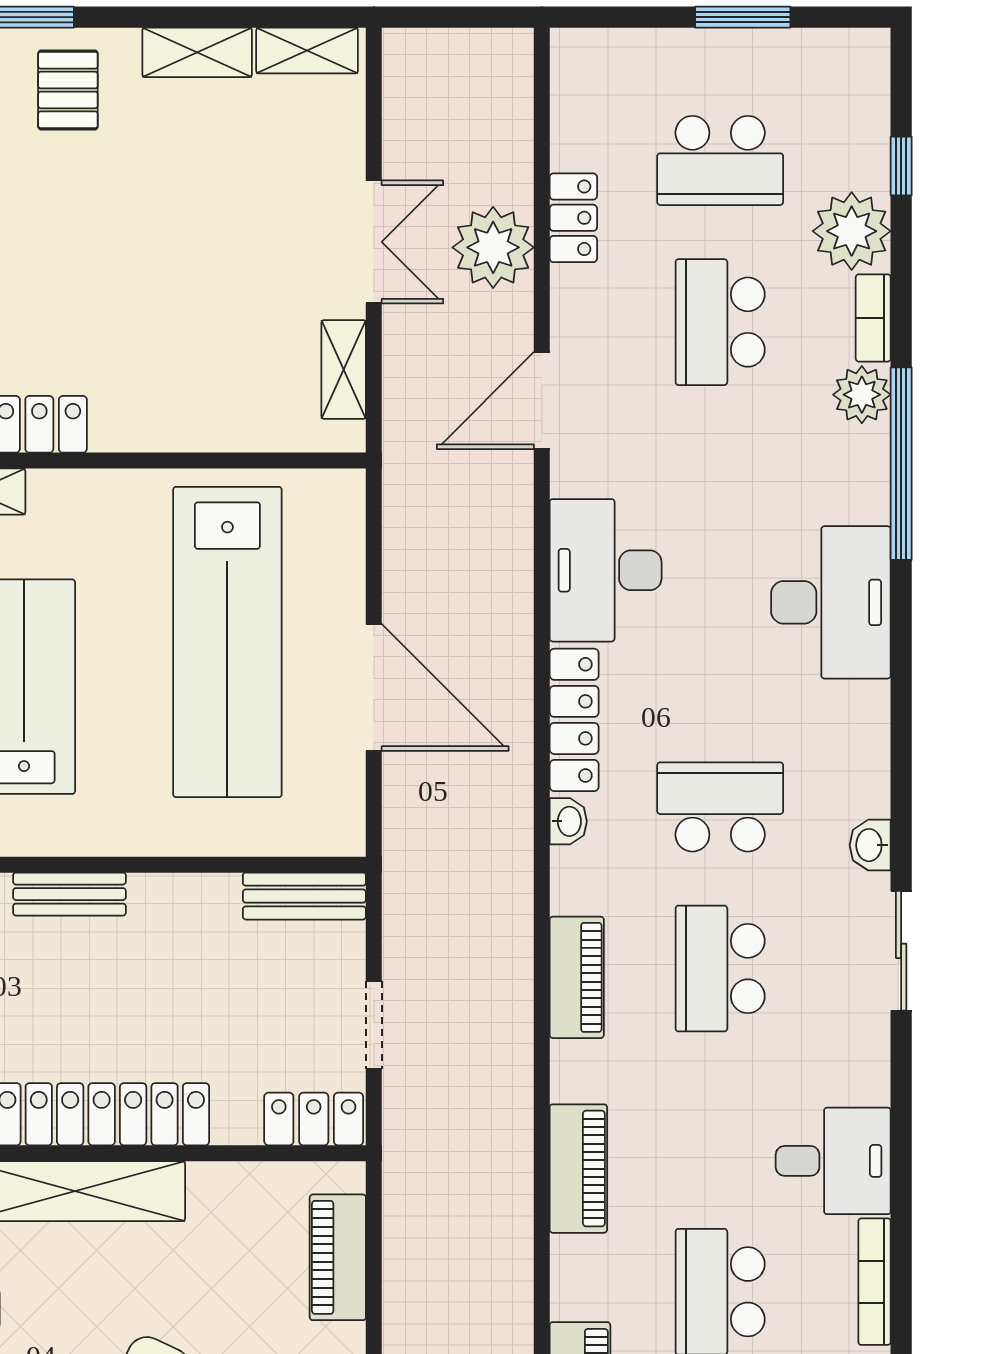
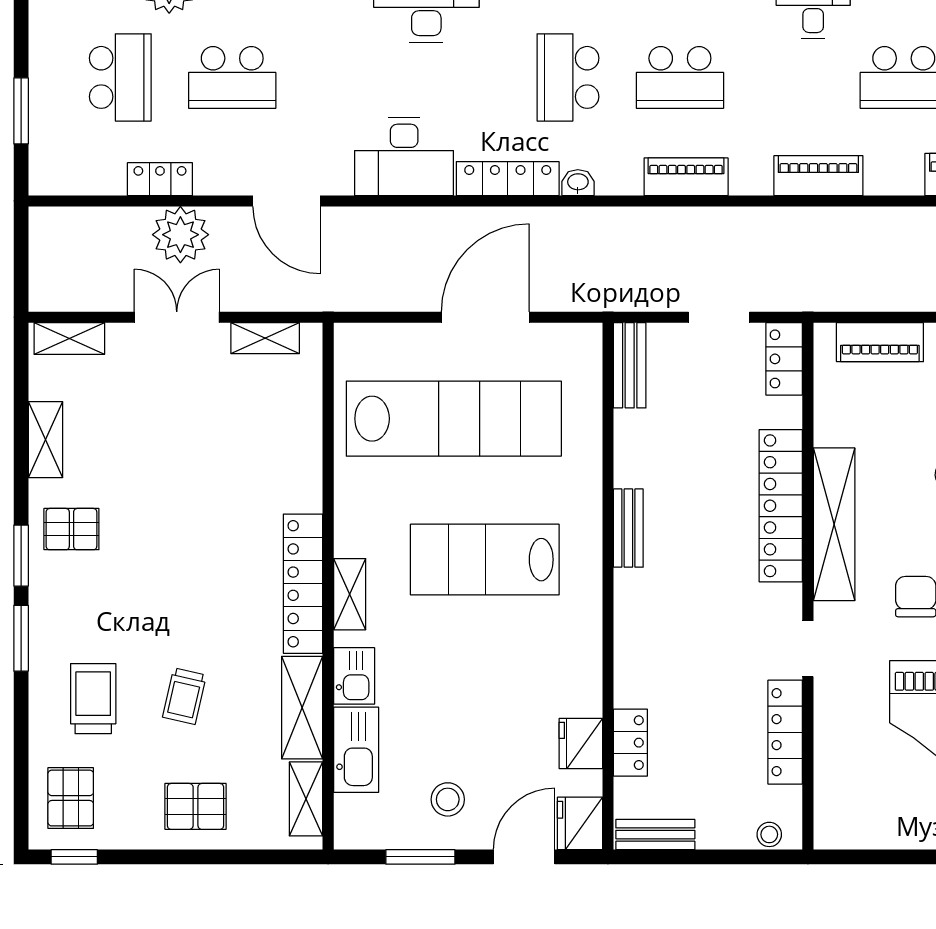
window: (743, 17) -> (21, 111), moved
shelving: (307, 51) -> (69, 339), moved, turned 90

